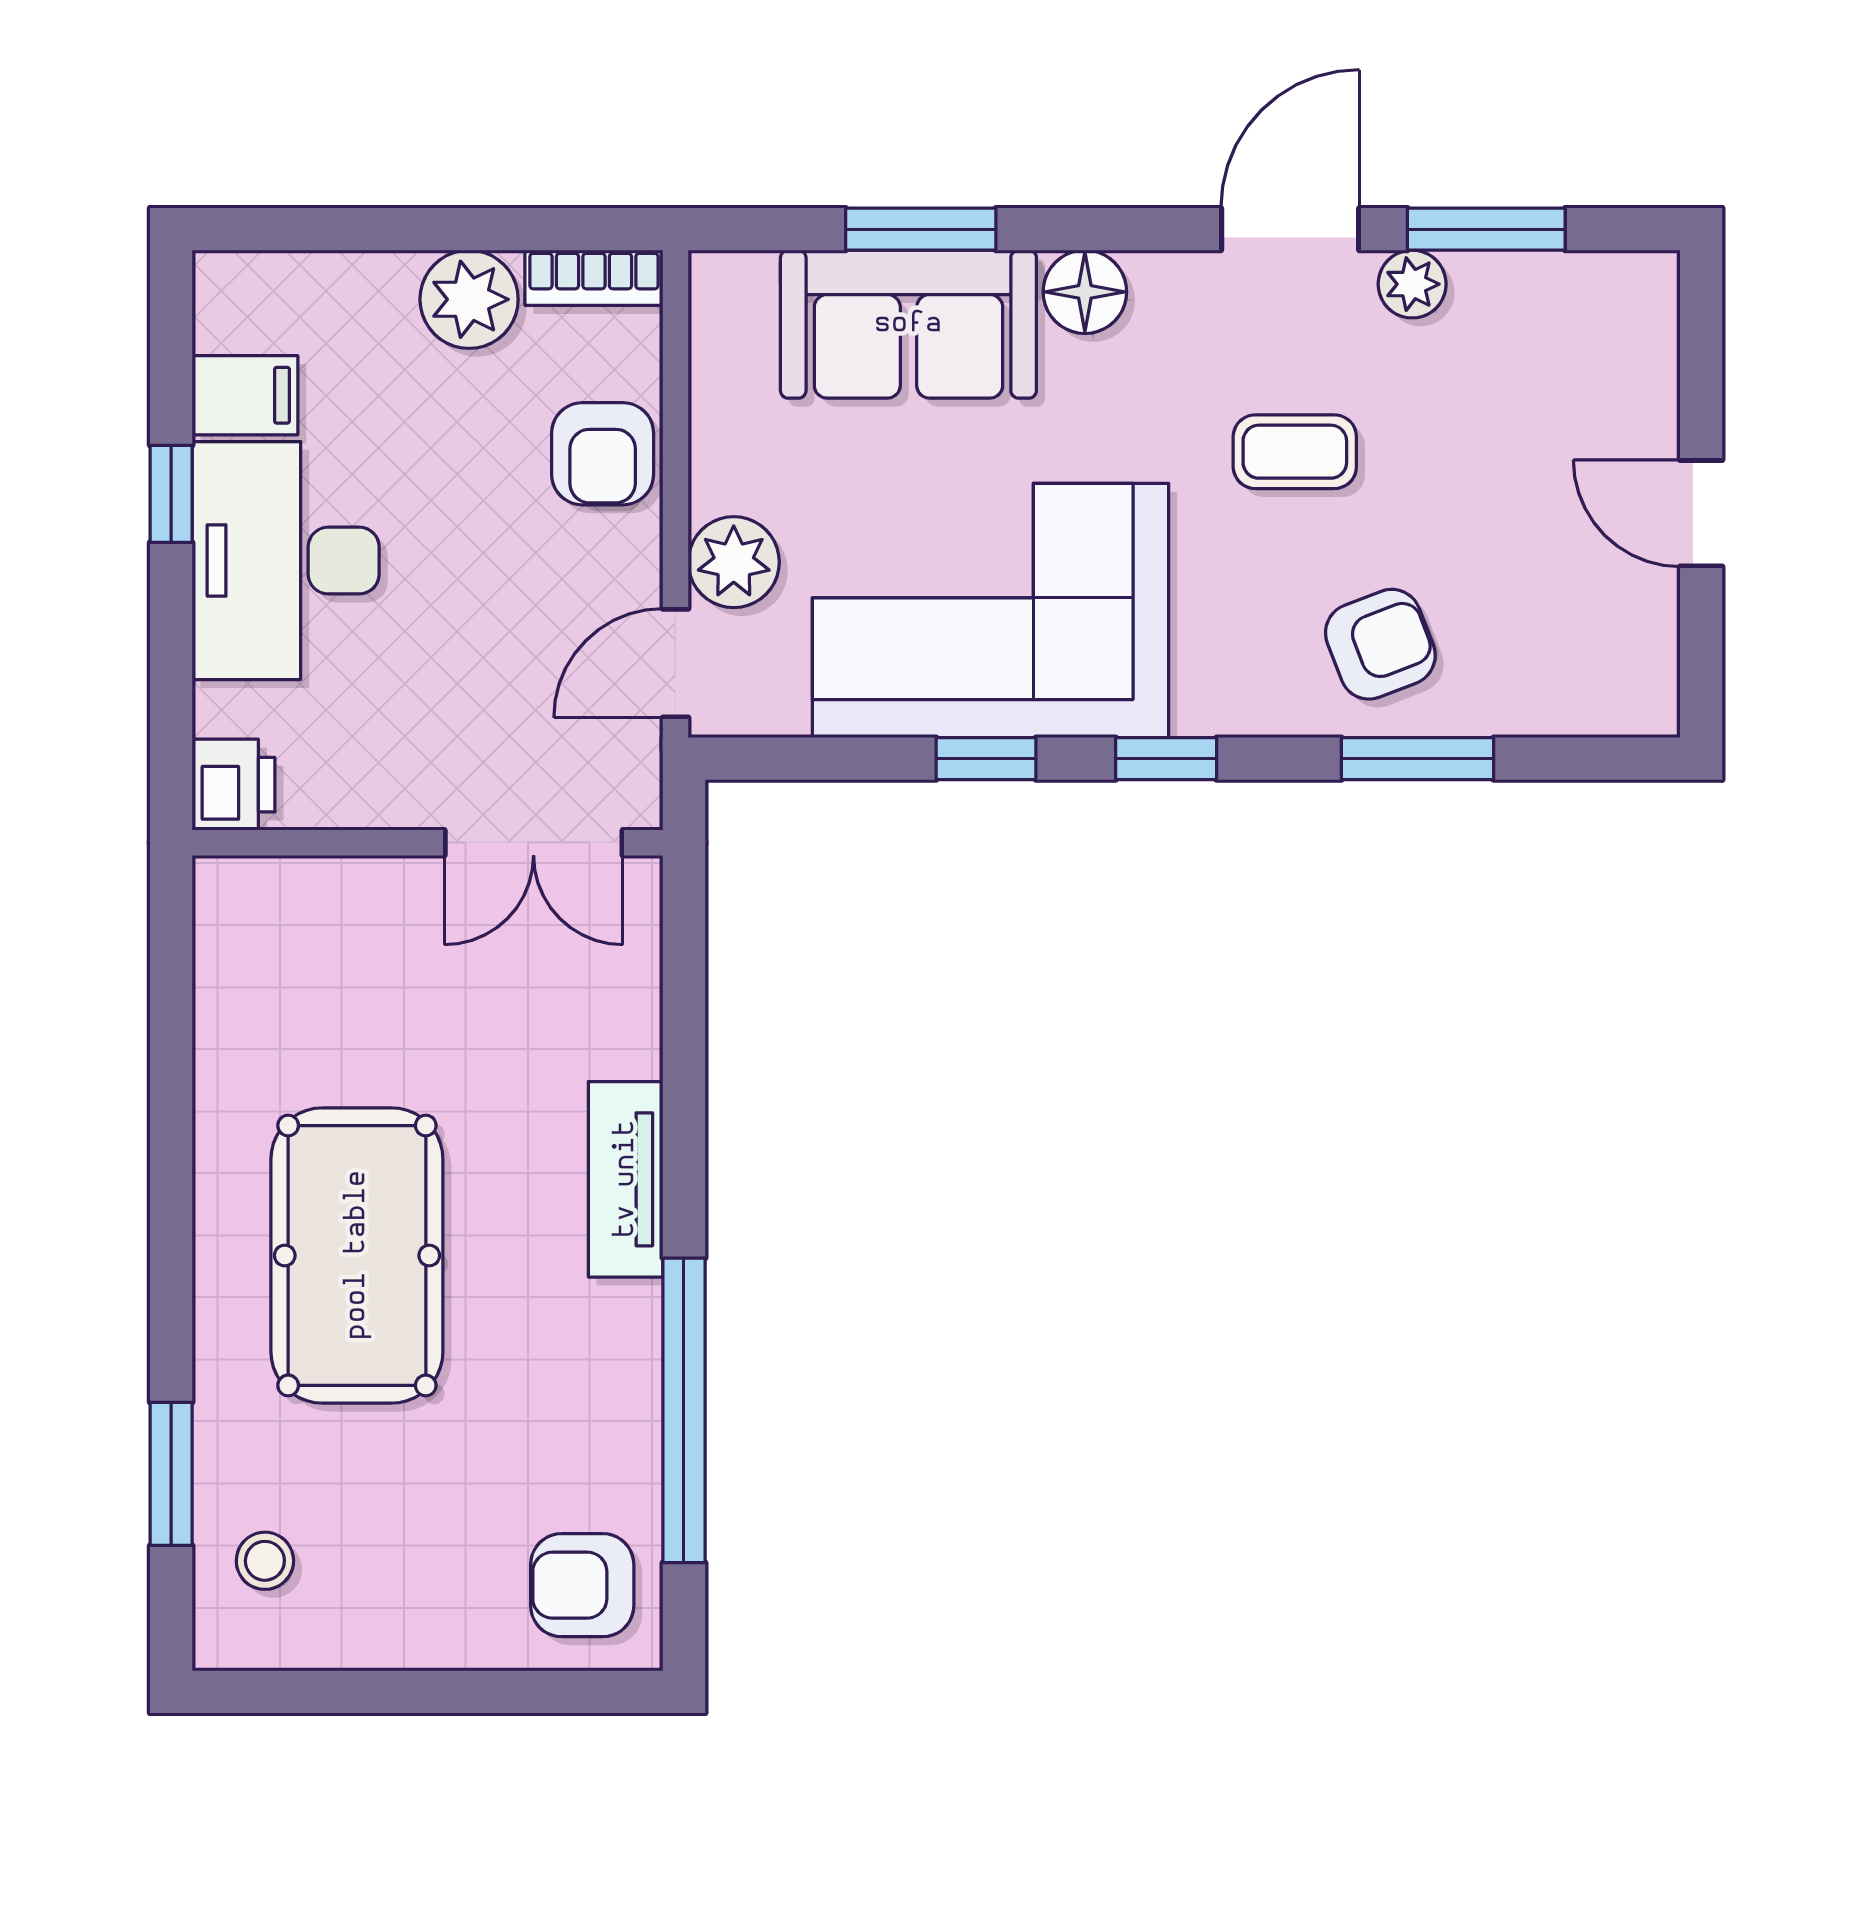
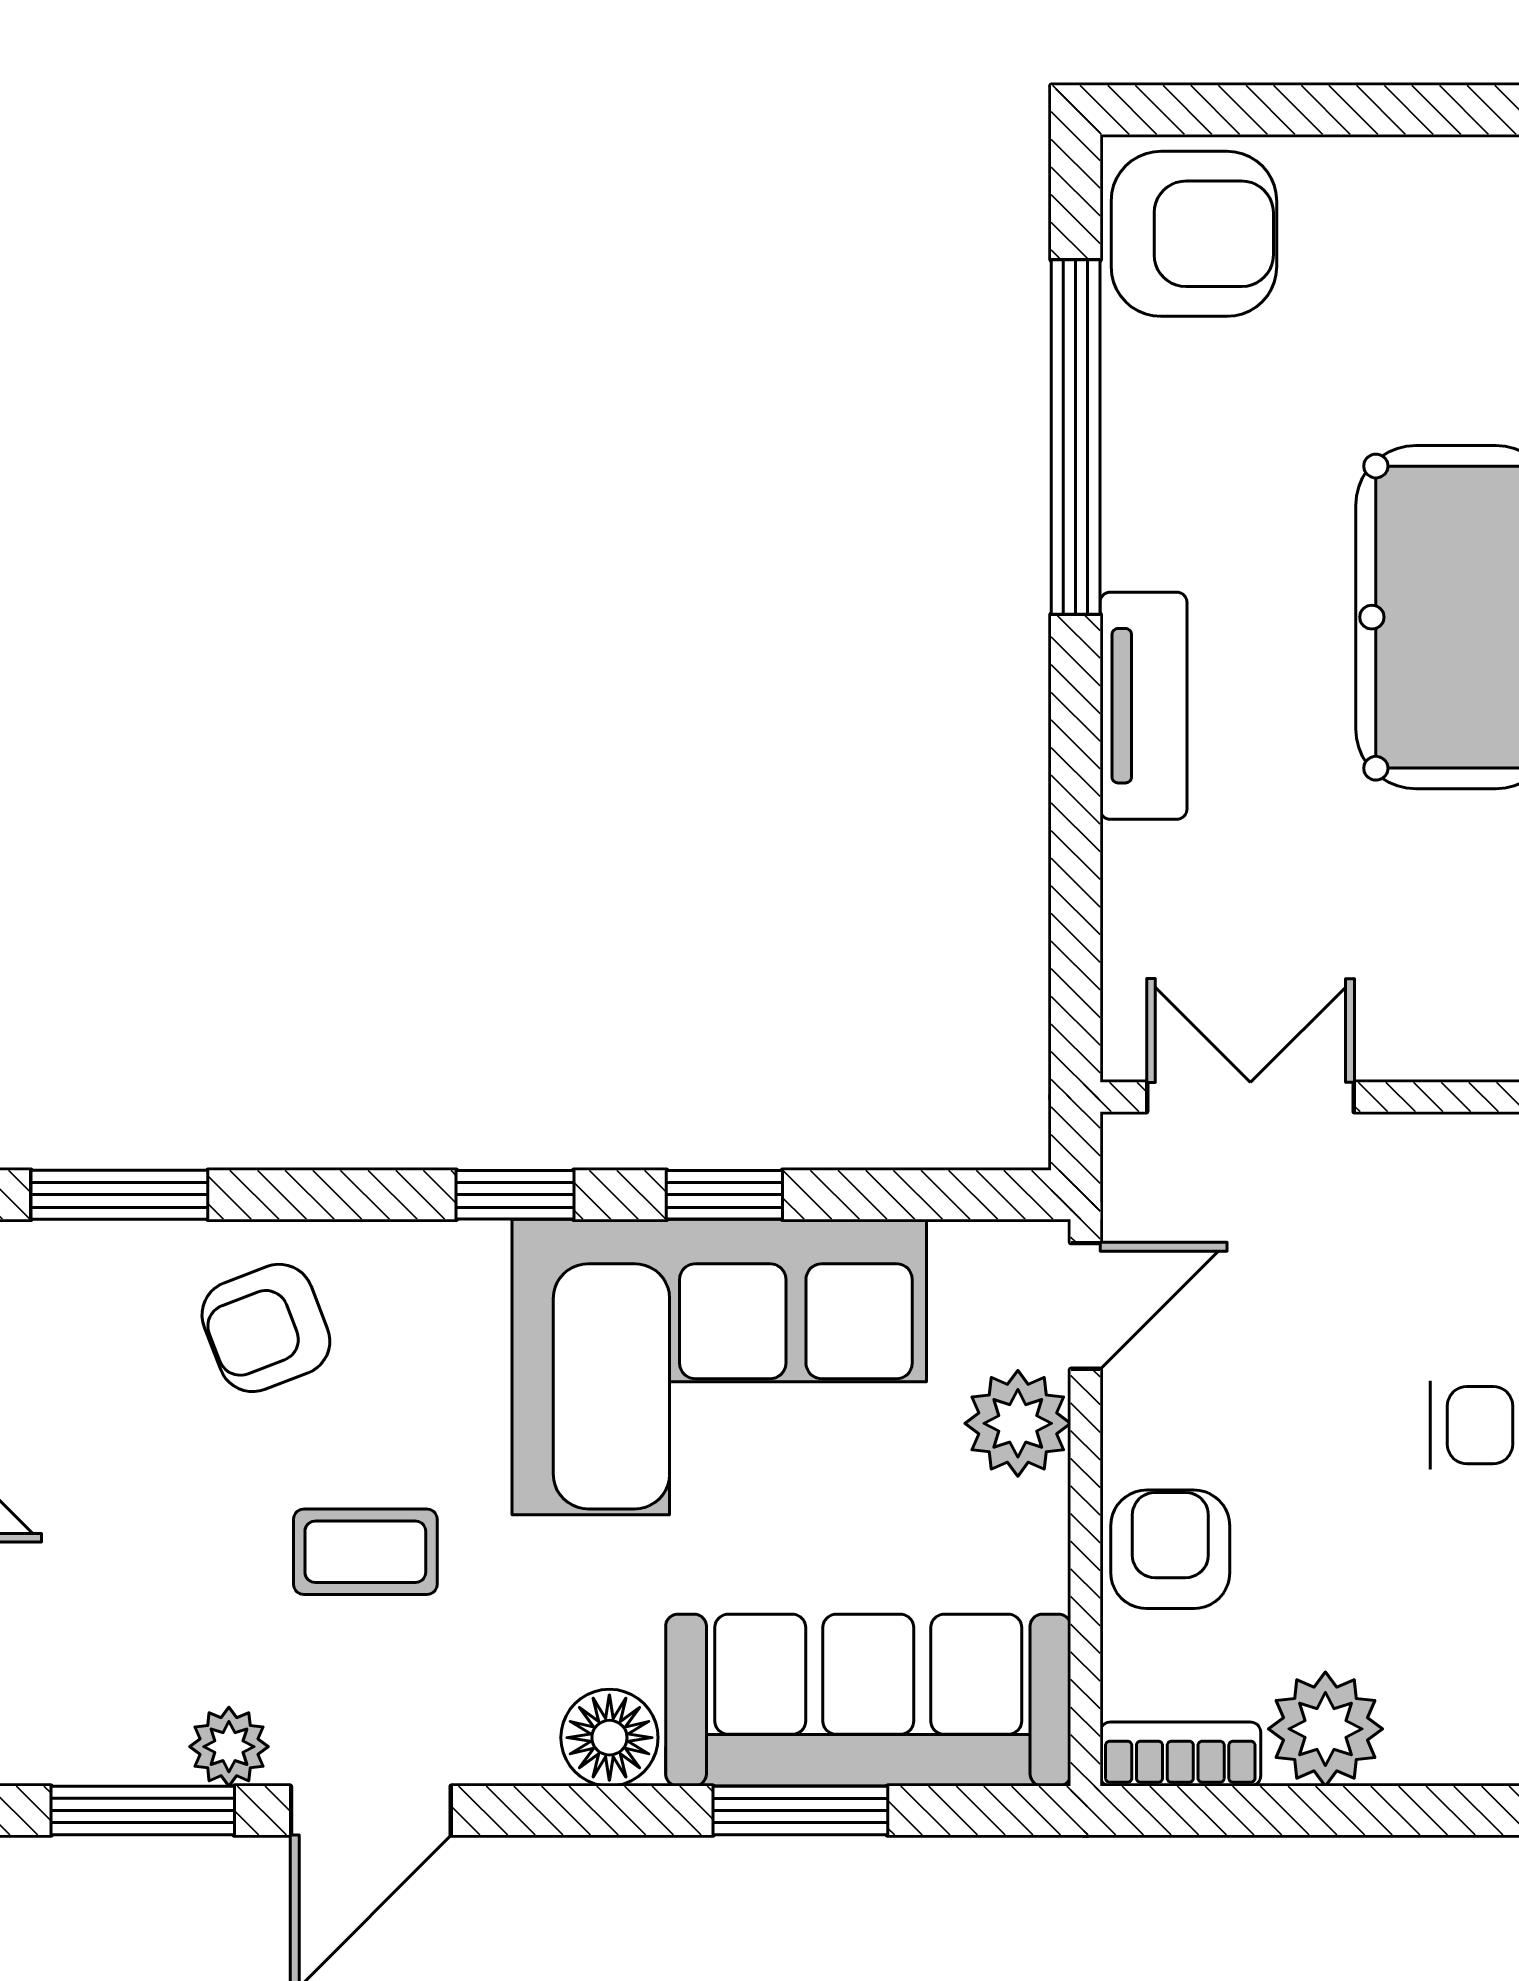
sofa: (908, 324) -> (868, 1700), width x1.36
window: (1417, 759) -> (119, 1195), moved
armchair: (582, 1585) -> (1194, 234), width x1.38, depth x1.38

